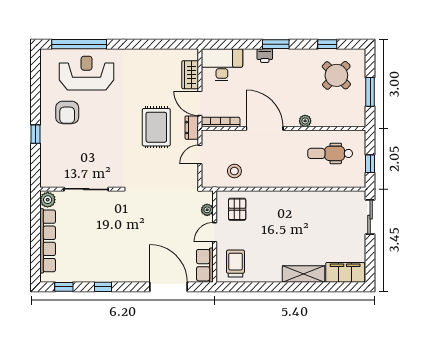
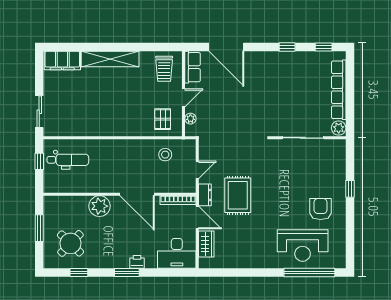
plant: (305, 121) -> (99, 206), width x1.88, depth x1.88
dental chair: (330, 153) -> (68, 160), moved
shelving: (304, 274) -> (110, 59), width x1.47

